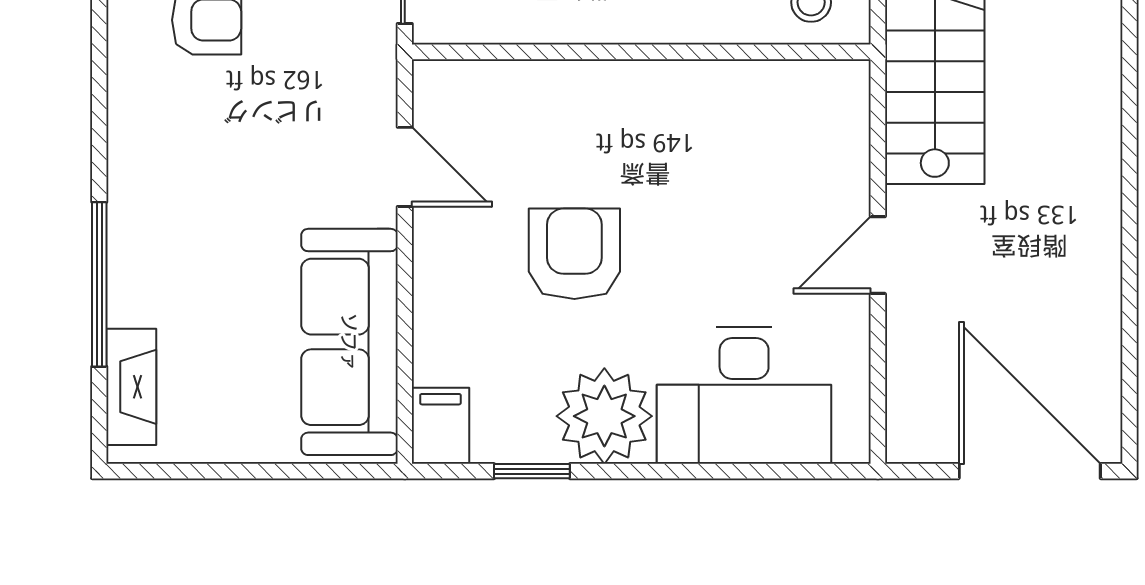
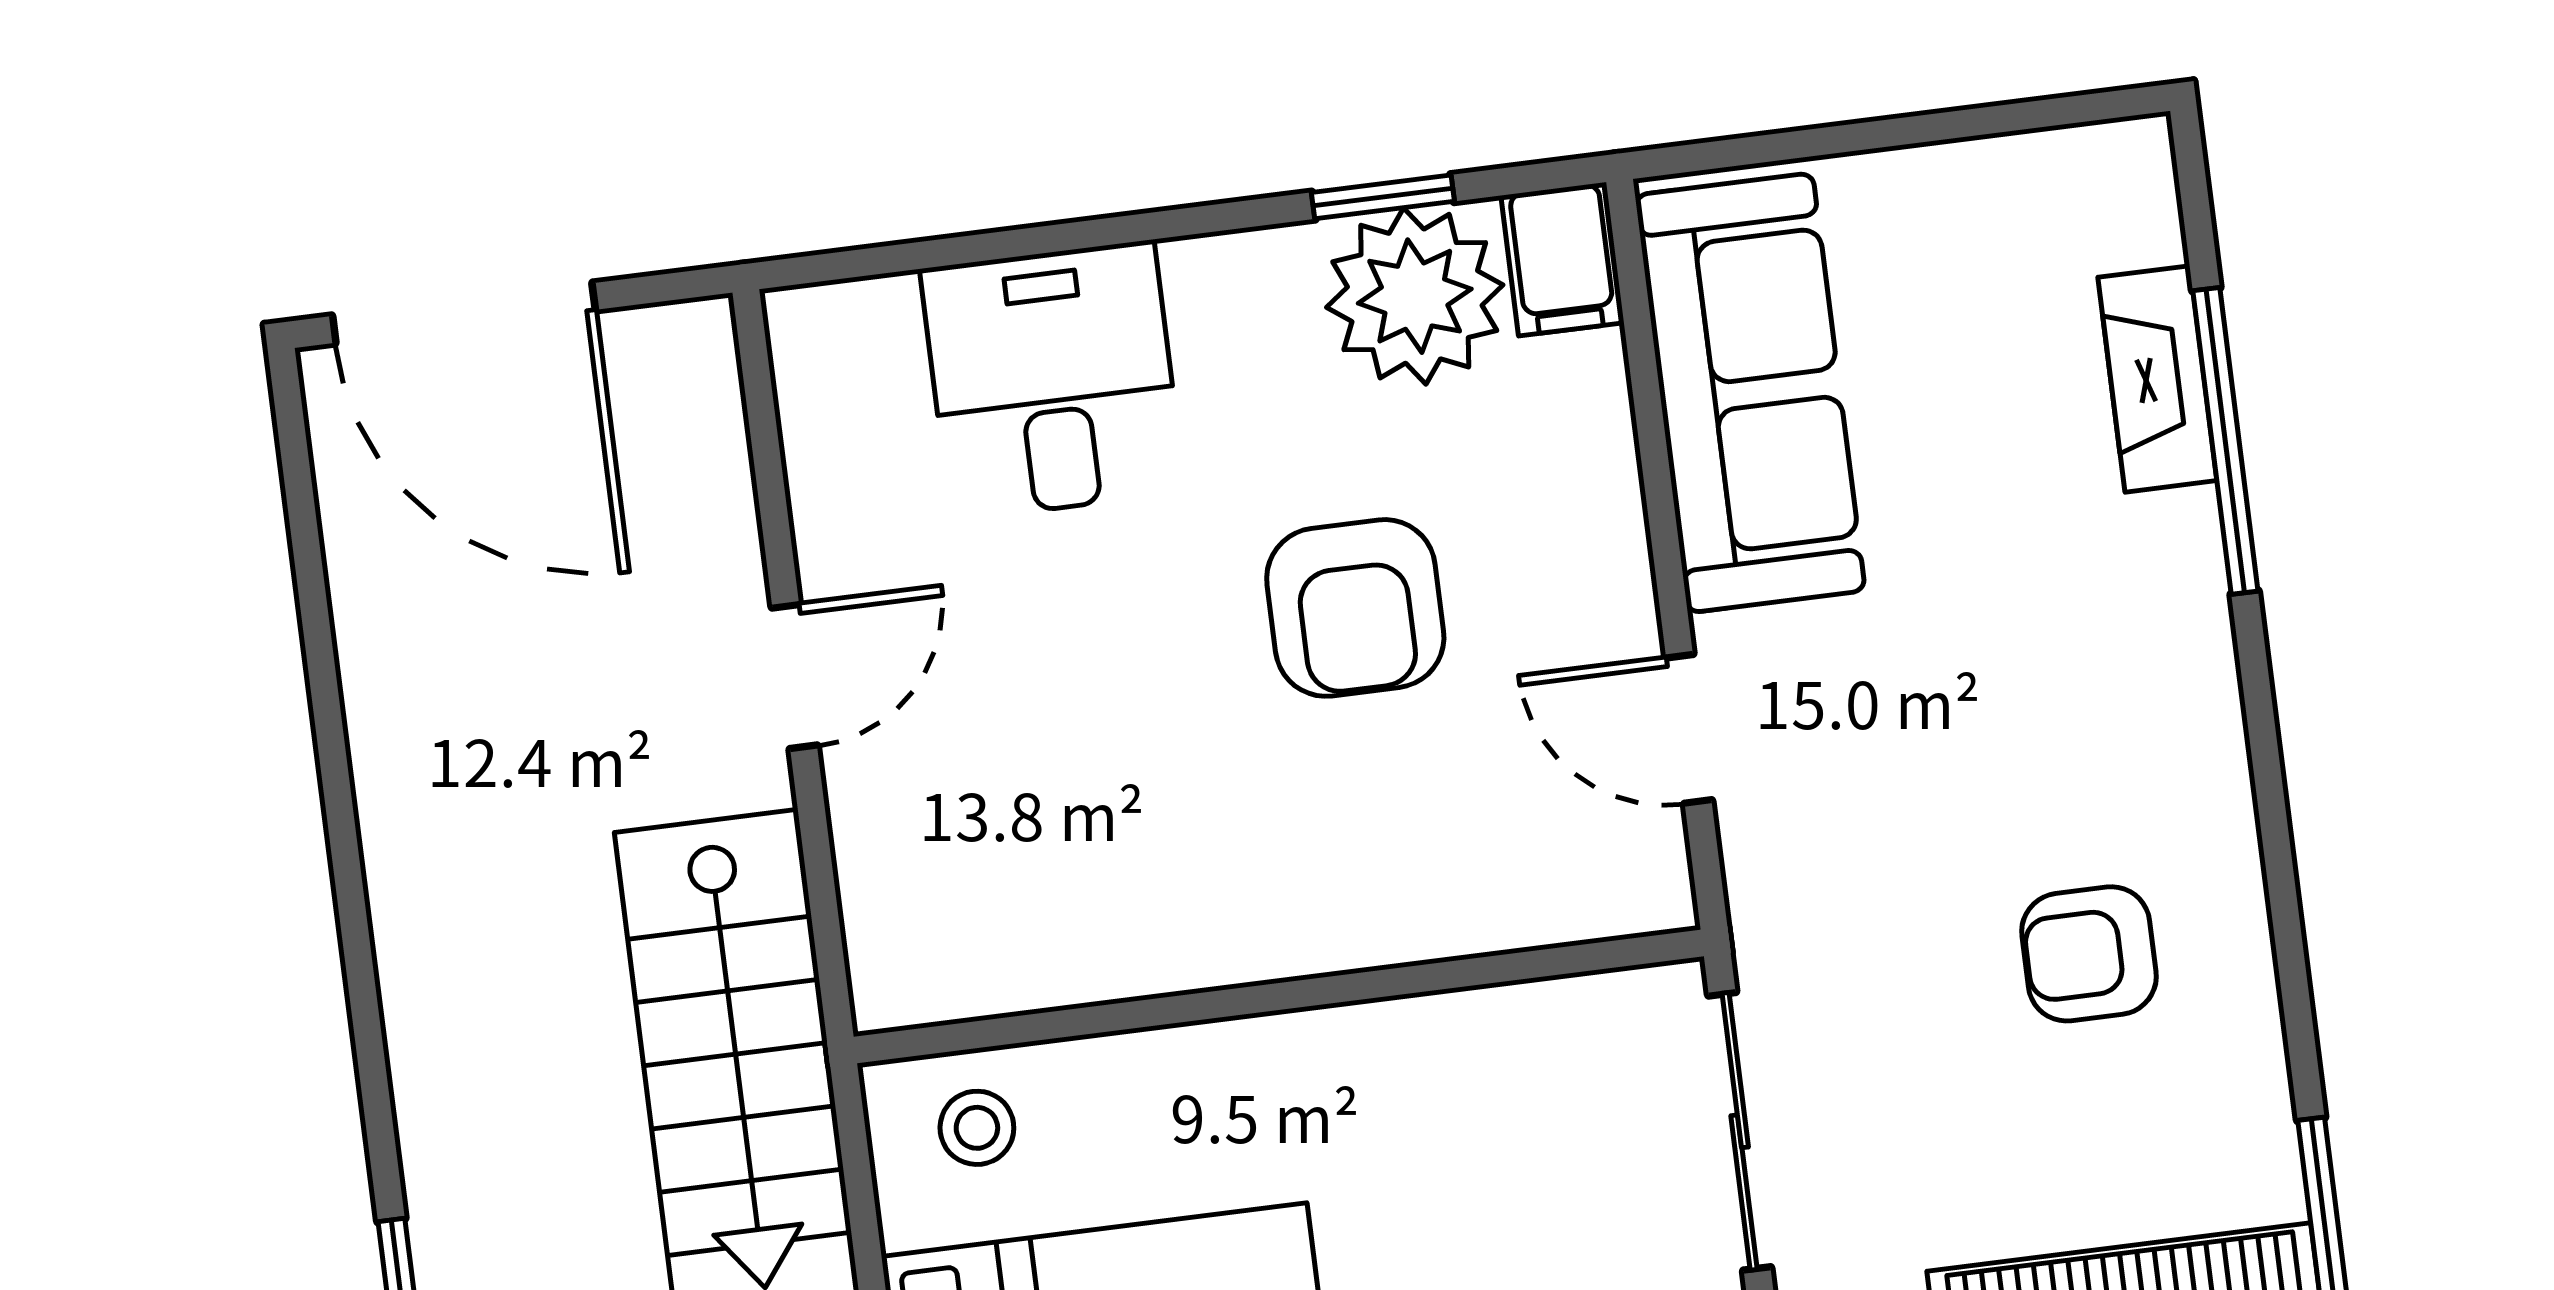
fireplace: (131, 387) -> (2157, 379), moved
desk: (744, 395) -> (1053, 380), width x0.73
plant: (604, 416) -> (1415, 296), moved

